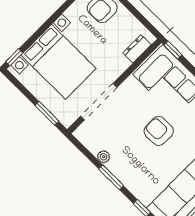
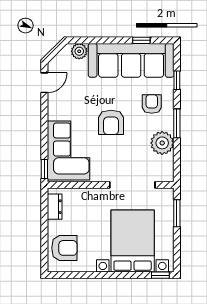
dresser: (137, 49) -> (55, 207), moved, turned -90
plant: (104, 157) -> (162, 143), width x1.88, depth x1.88
armchair: (143, 173) -> (152, 104), added

